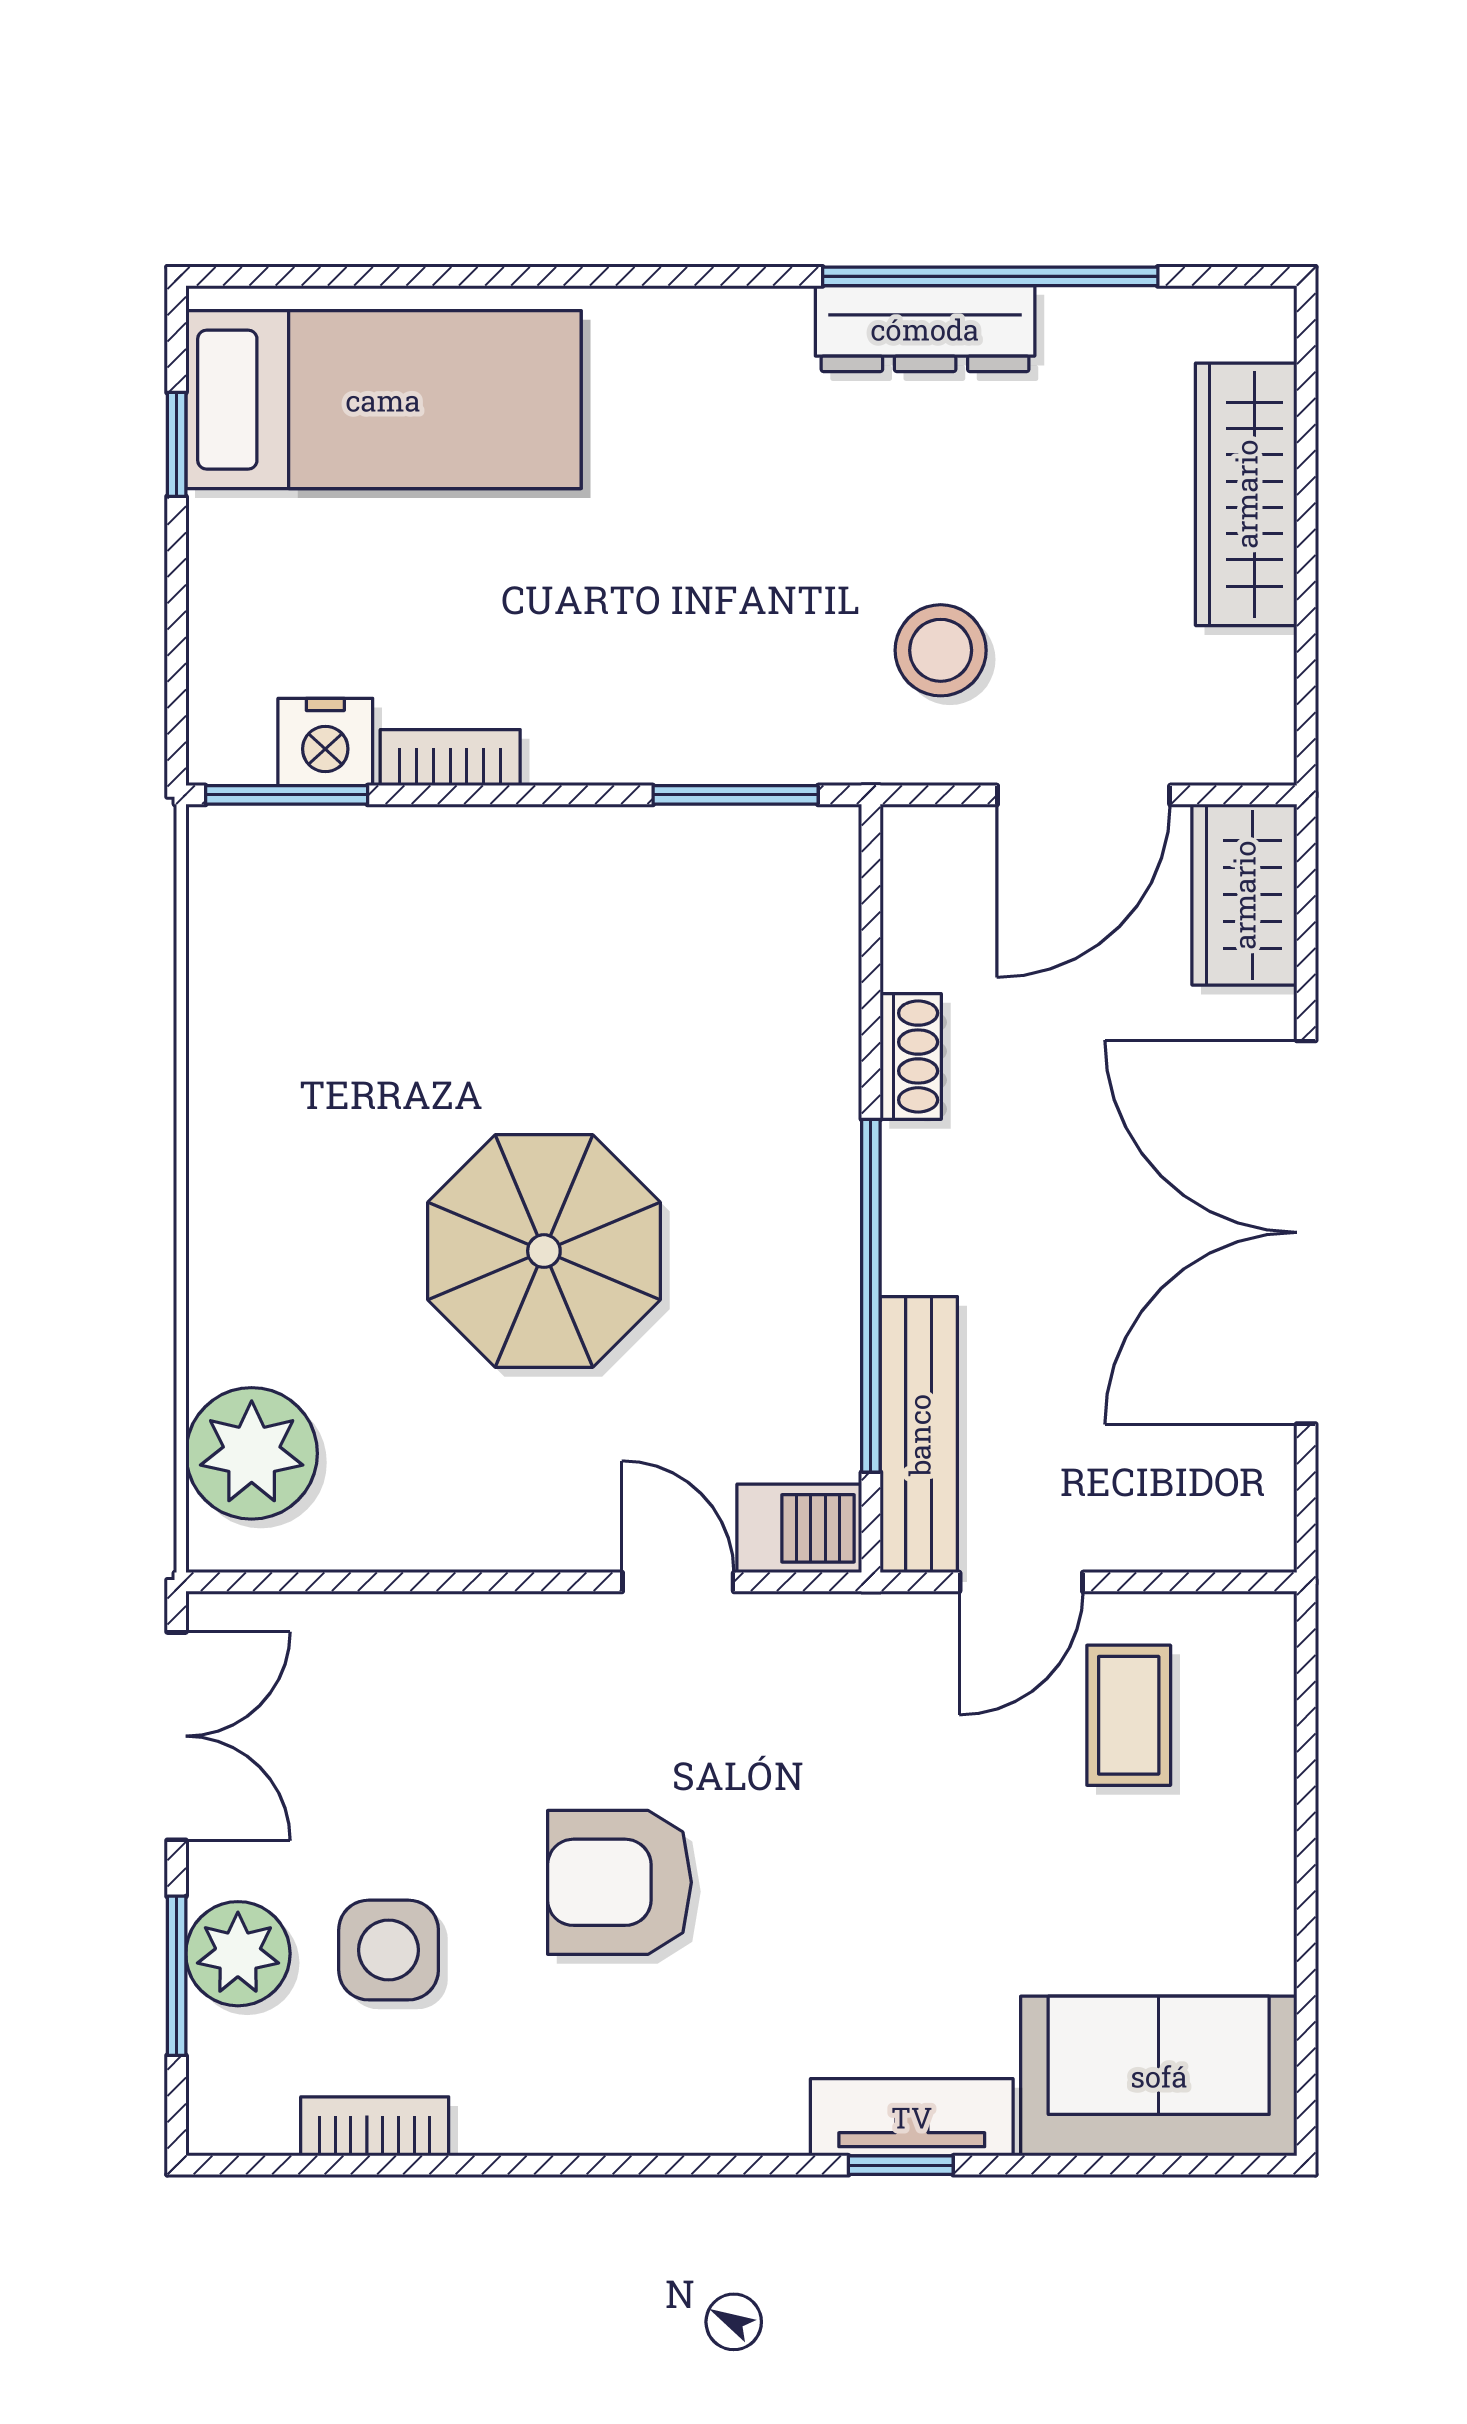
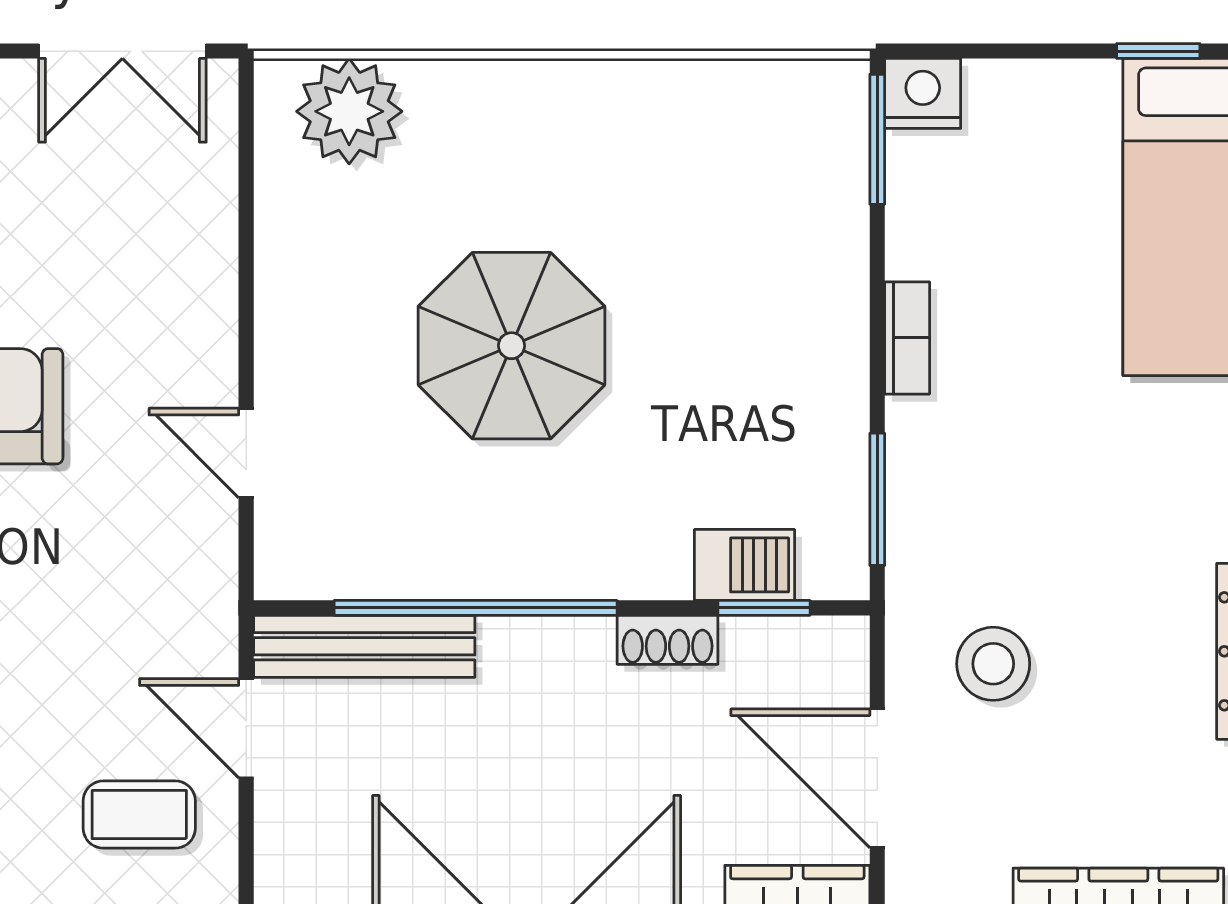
nightstand: (325, 742) -> (923, 93), moved, turned 90
bookcase: (450, 758) -> (907, 338), moved
window: (871, 936) -> (764, 608), added
barbecue: (799, 1528) -> (745, 565), moved, turned -90
door: (678, 1582) -> (246, 453), swing flipped

